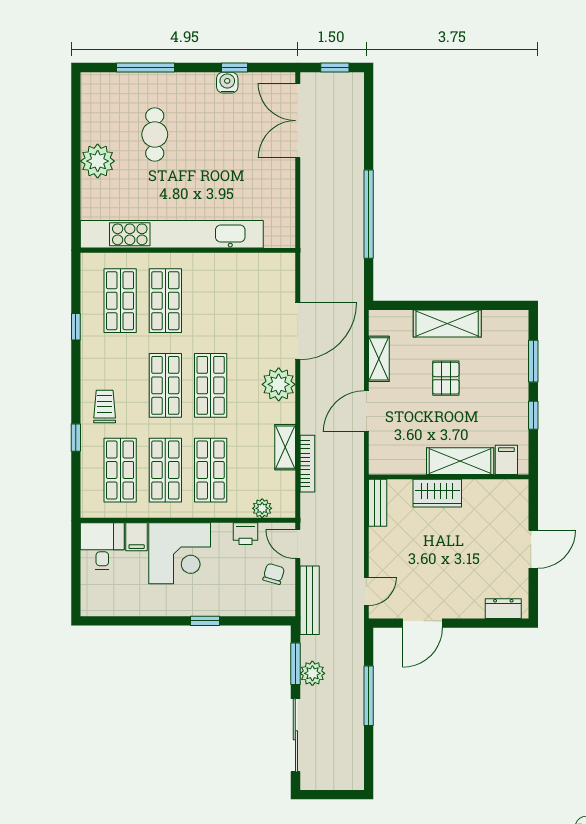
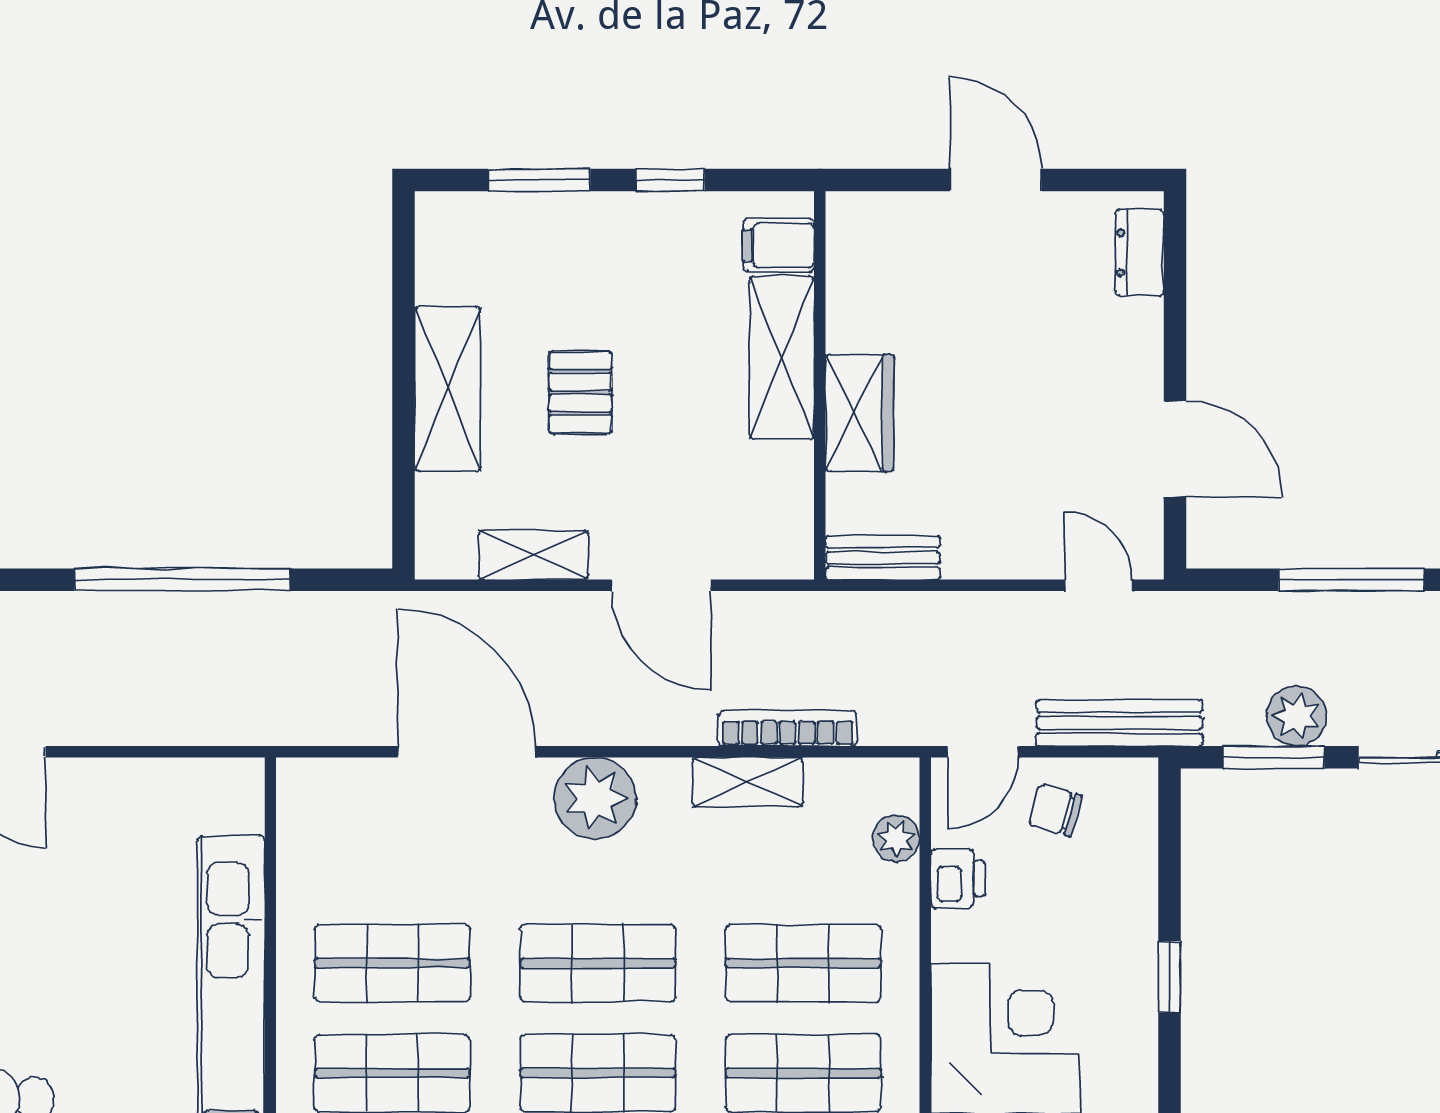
shop shelf: (211, 301) -> (392, 963), added
pallet: (446, 378) -> (580, 392), turned 90

